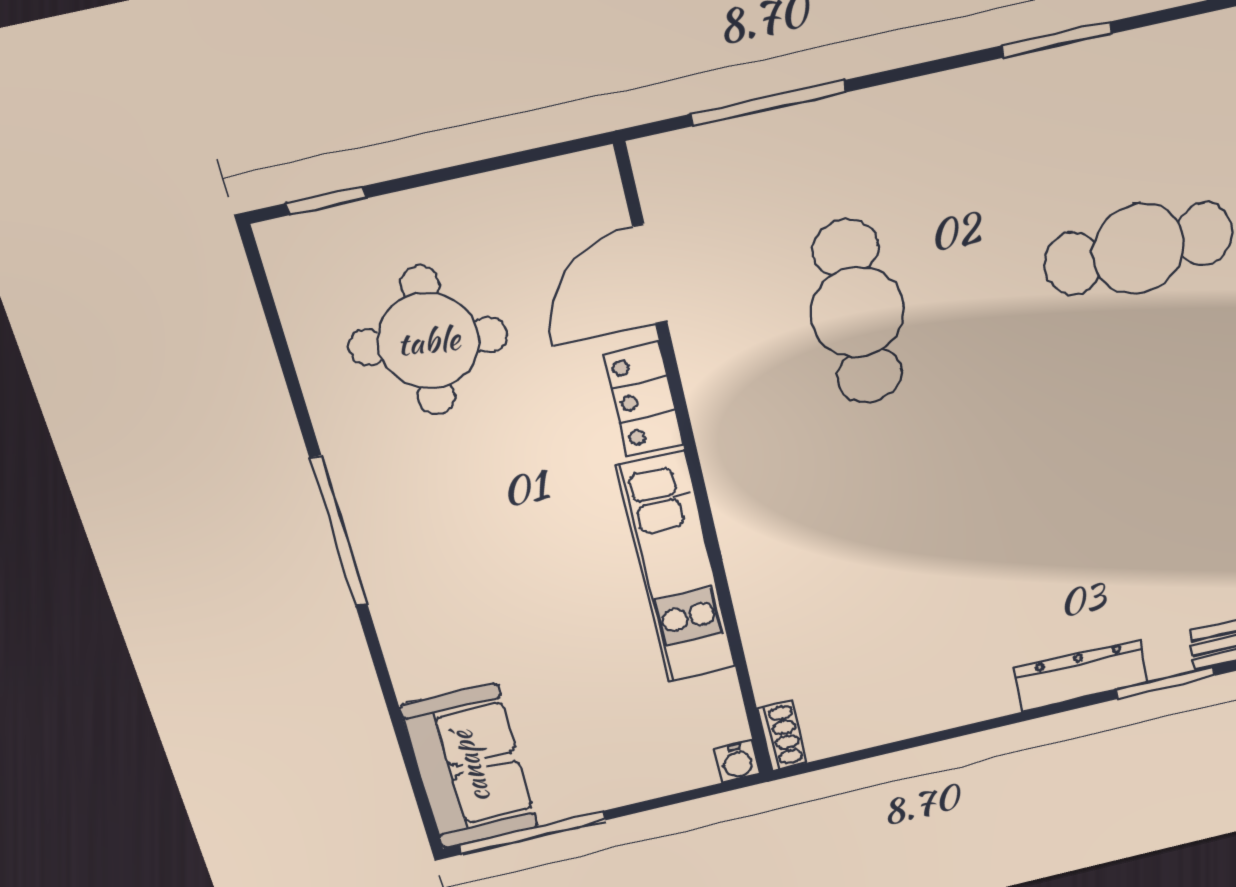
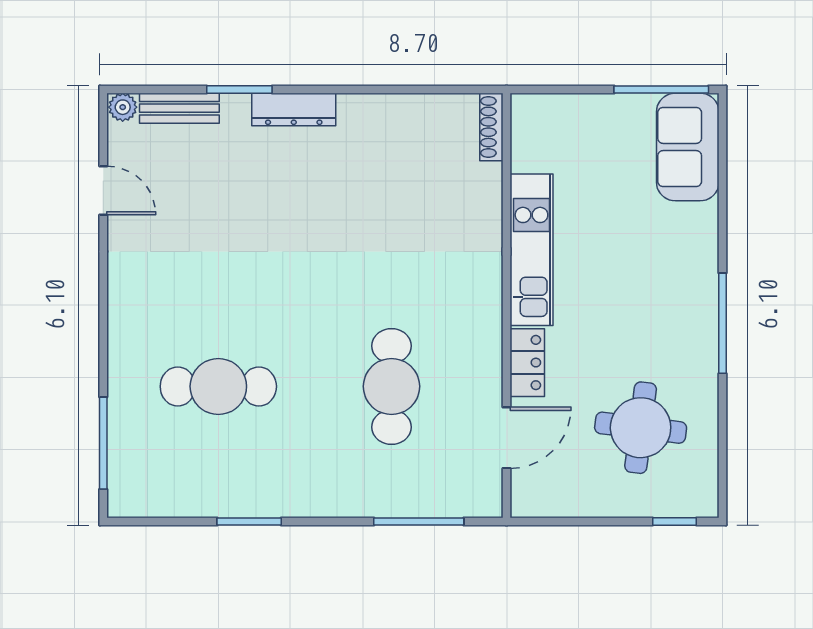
shoe rack: (782, 736) -> (491, 127), width x1.43
water cooler: (737, 762) -> (523, 106), removed

